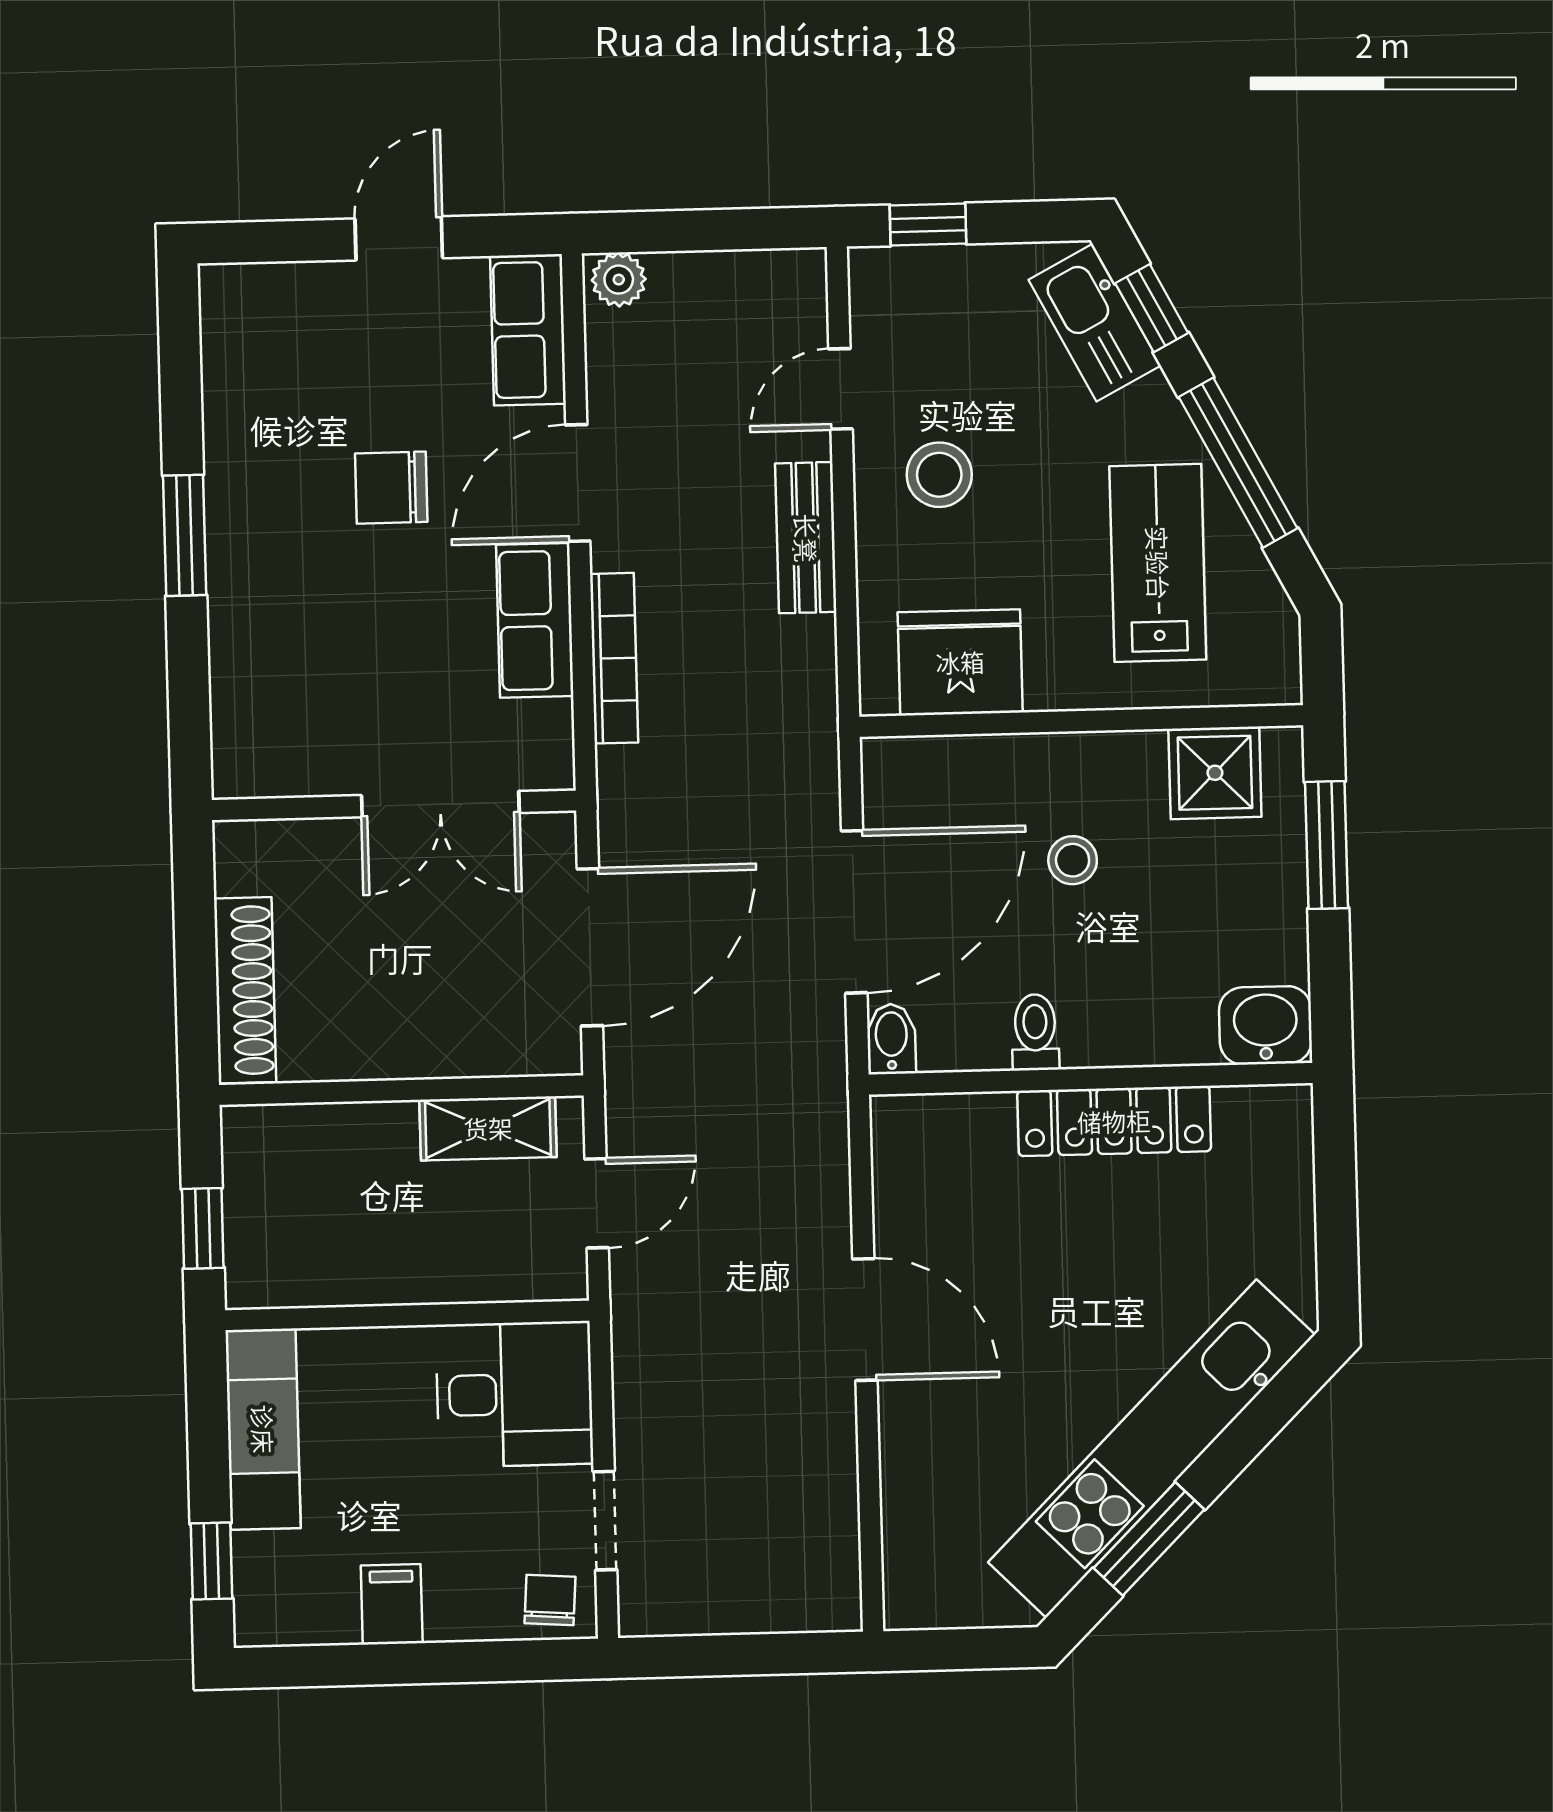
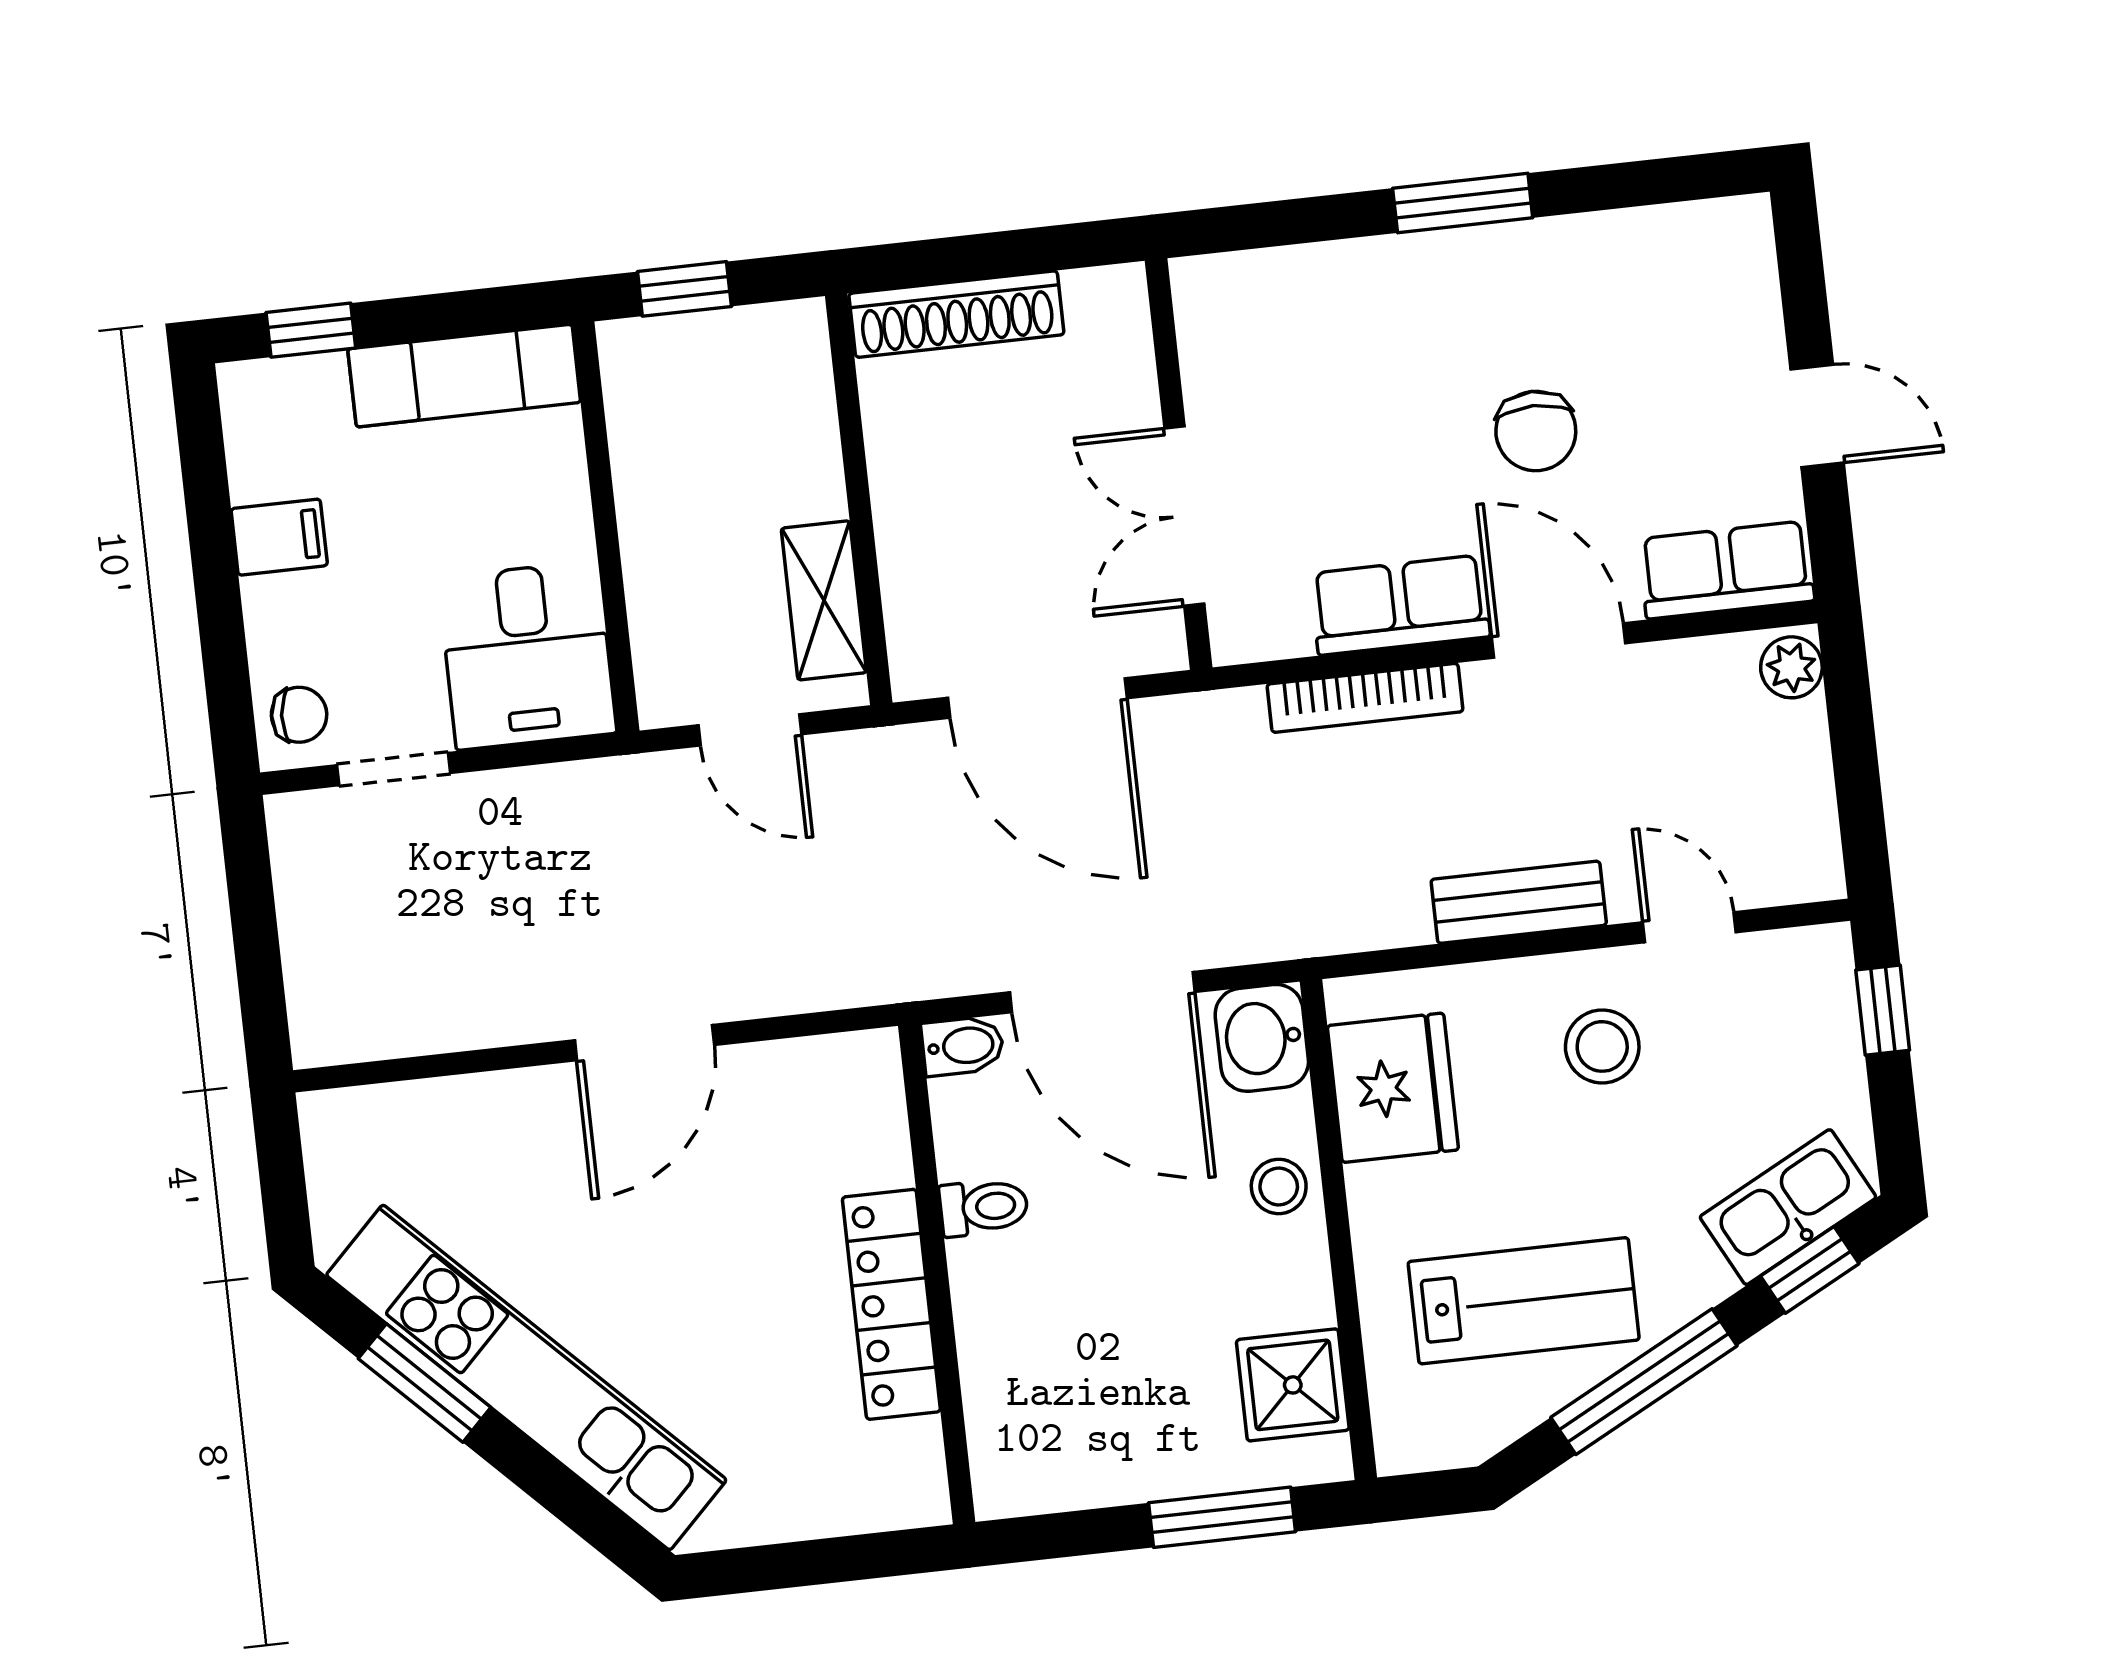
chair: (391, 488) -> (1536, 431), turned 180
stool: (1073, 860) -> (1279, 1186), moved
washbasin: (1265, 1025) -> (1262, 1038), moved, turned 180

